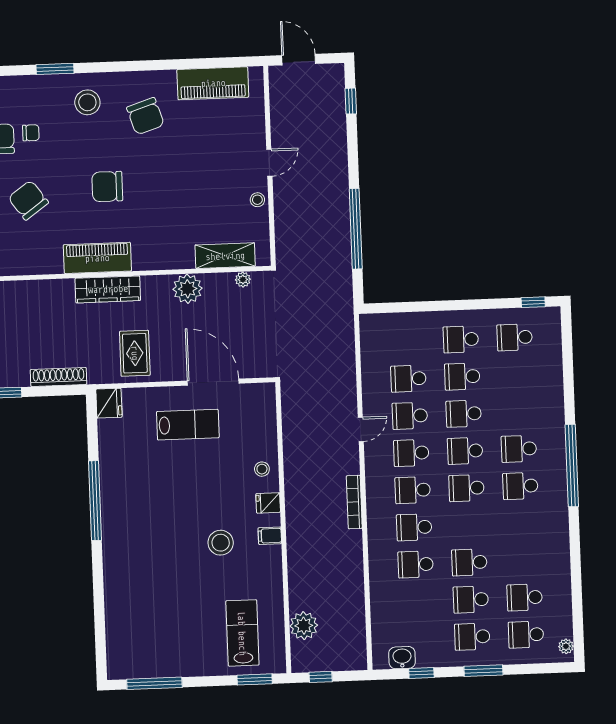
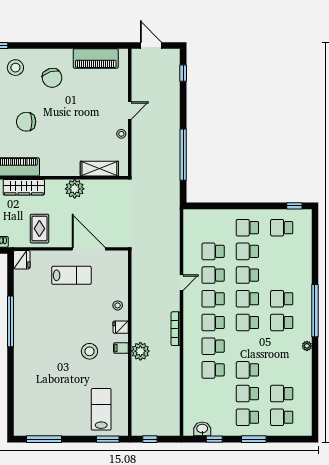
plant: (243, 280) -> (110, 184), removed
plant: (304, 626) -> (140, 351), moved
plant: (566, 646) -> (307, 346), moved

